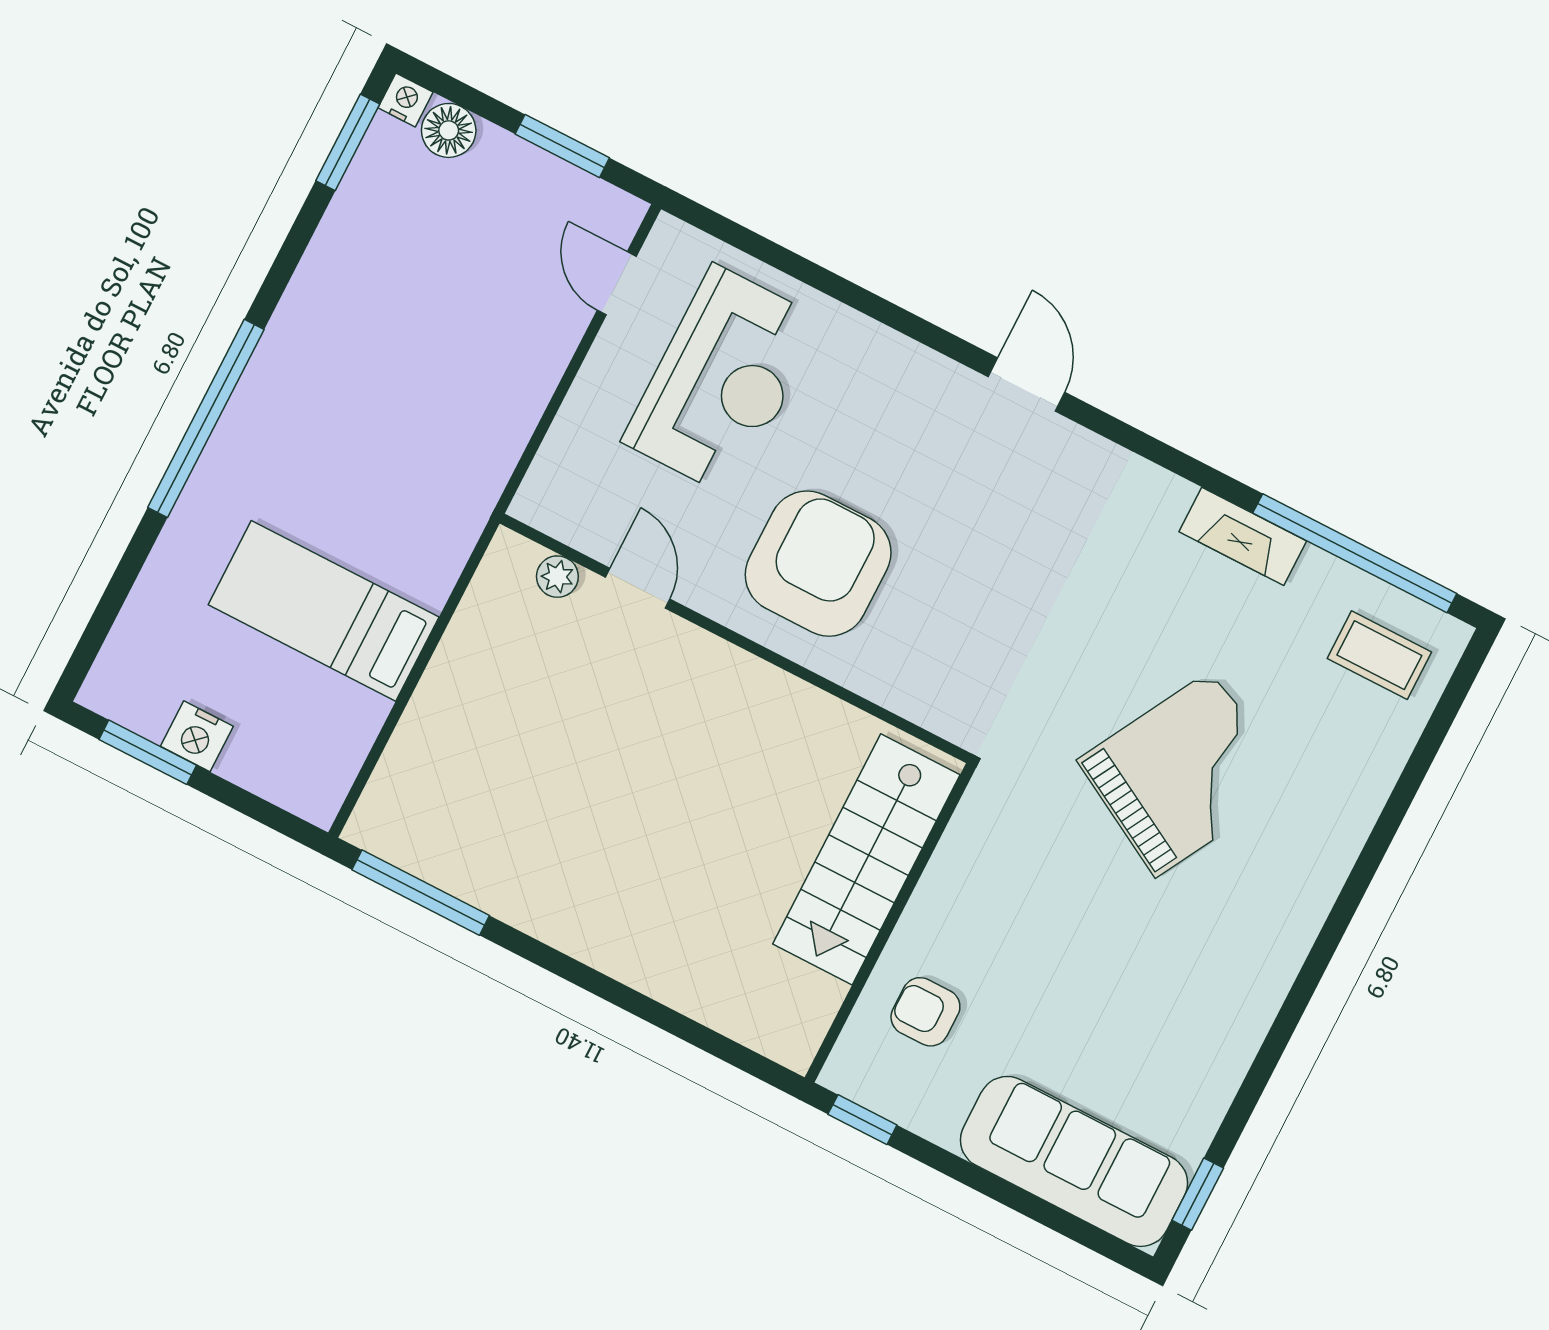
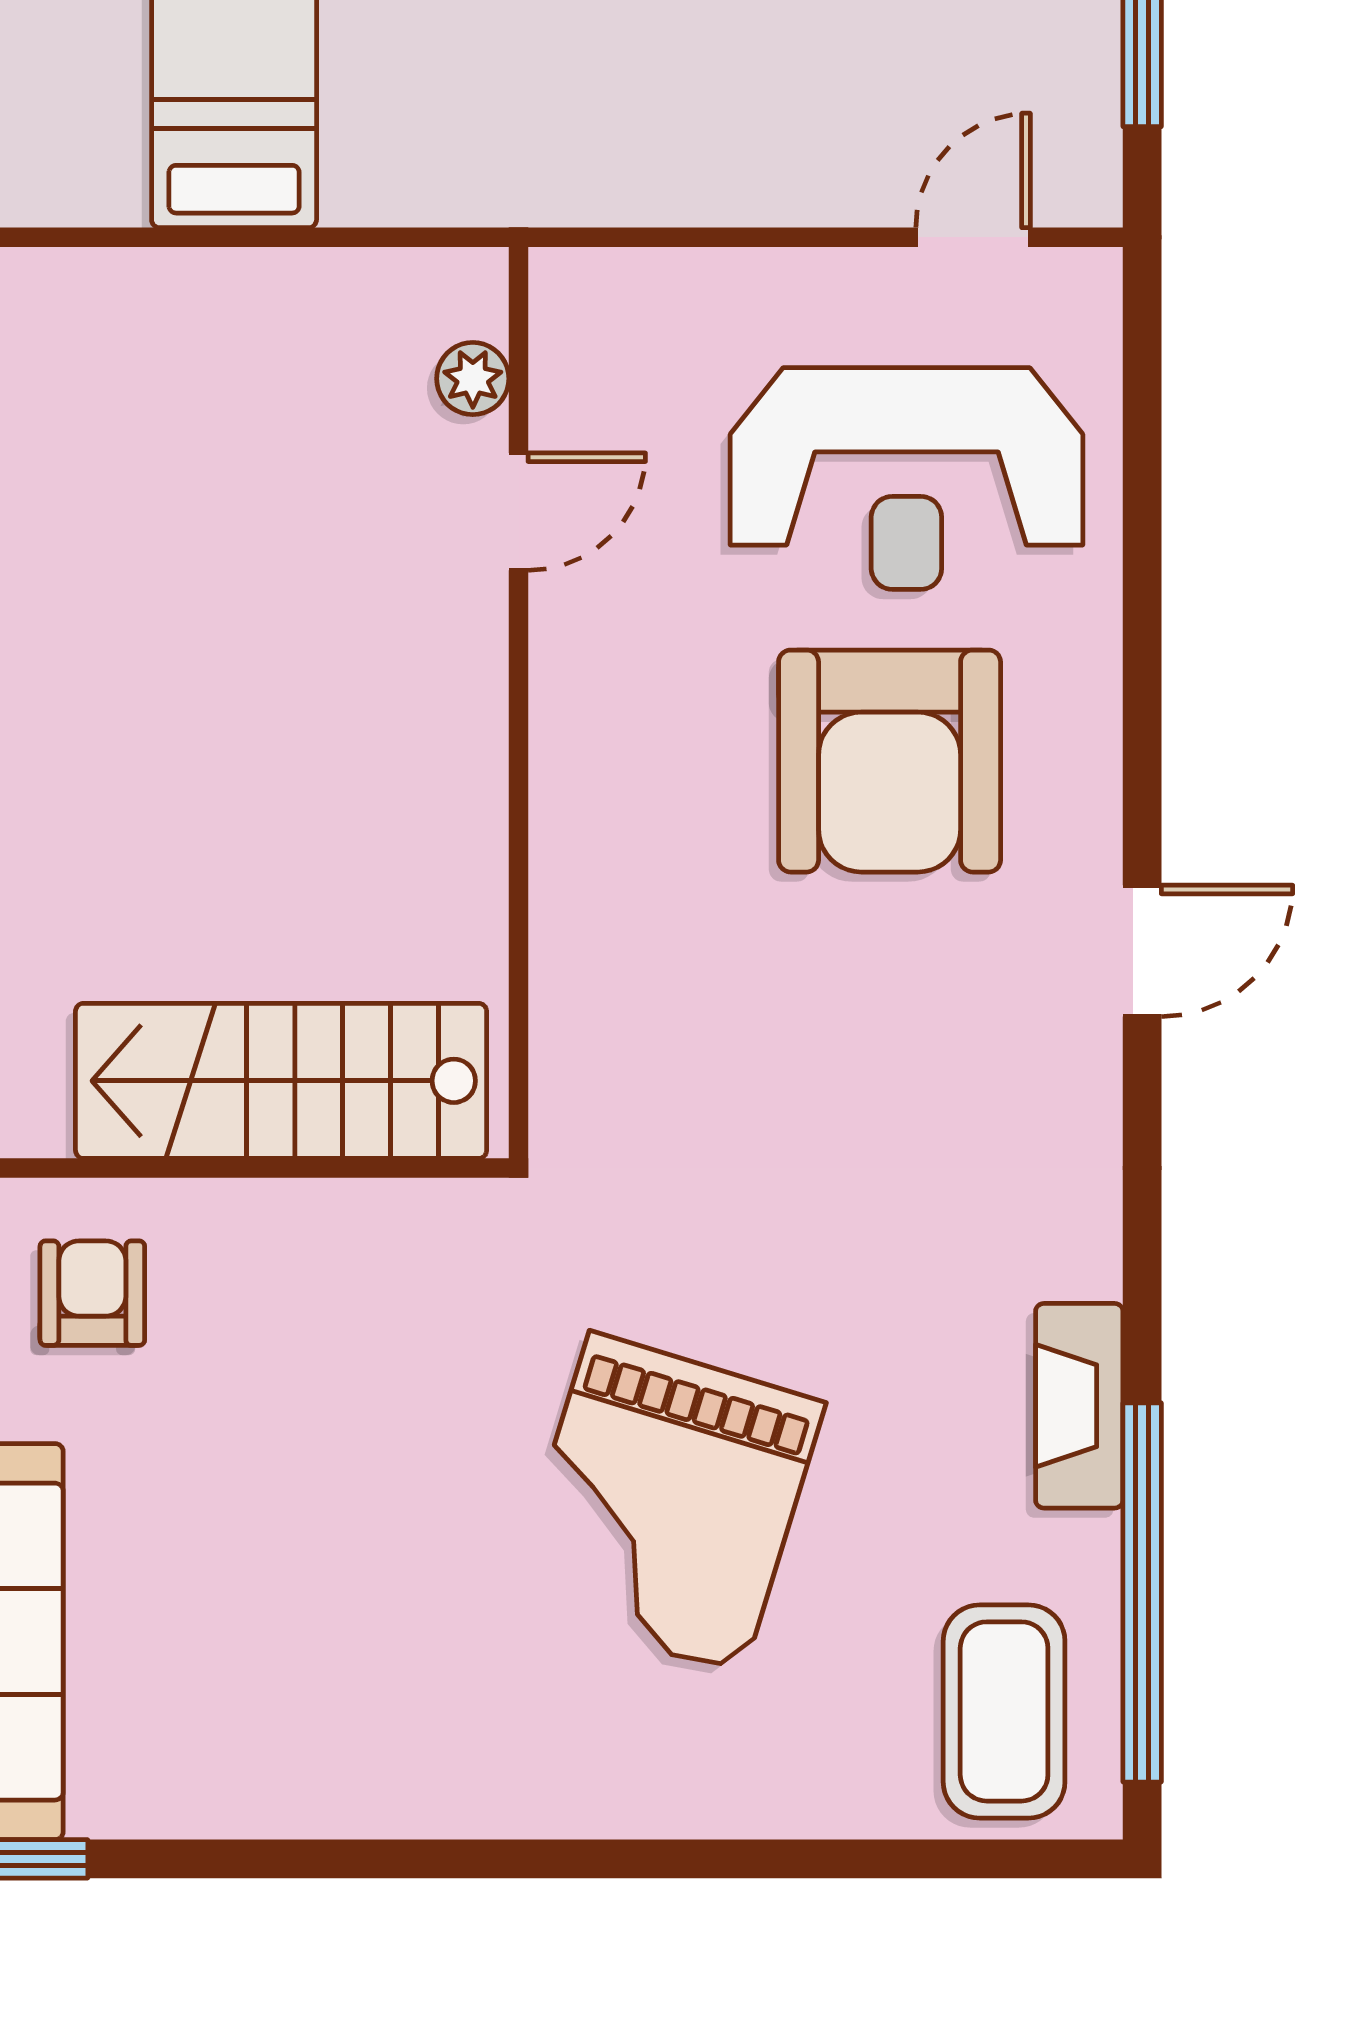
armchair: (818, 564) -> (890, 761), moved, turned 90
coffee table: (1379, 655) -> (1004, 1711), width x1.36, depth x1.30
grand piano: (1184, 773) -> (666, 1503), turned 78

